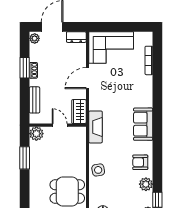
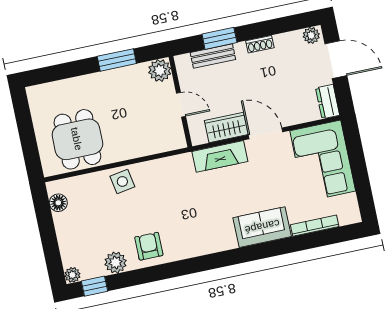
window: (25, 68) -> (219, 38), moved
wardrobe: (79, 112) -> (226, 127), moved
sofa: (143, 124) -> (262, 227), moved
door: (60, 125) -> (181, 105), hinge flipped
fireplace: (95, 127) -> (220, 156), moved

